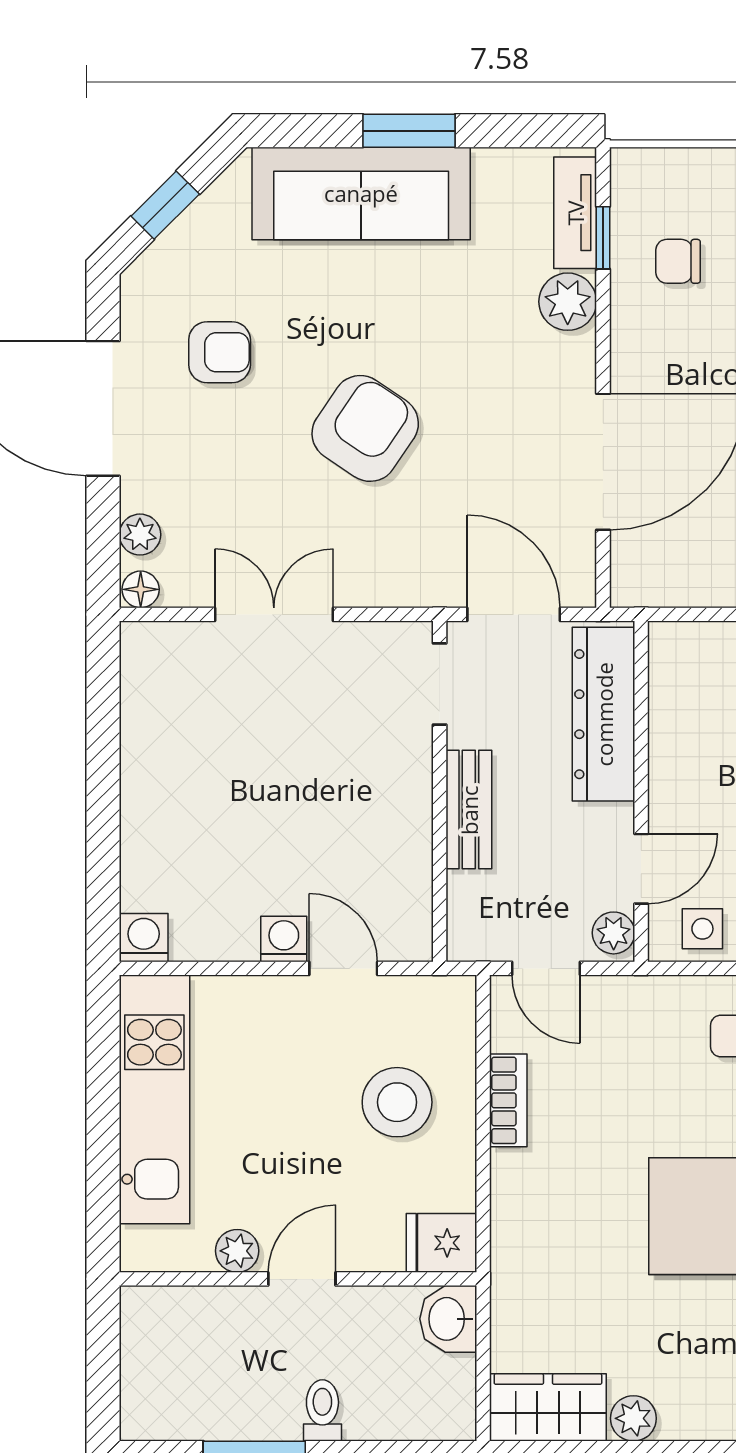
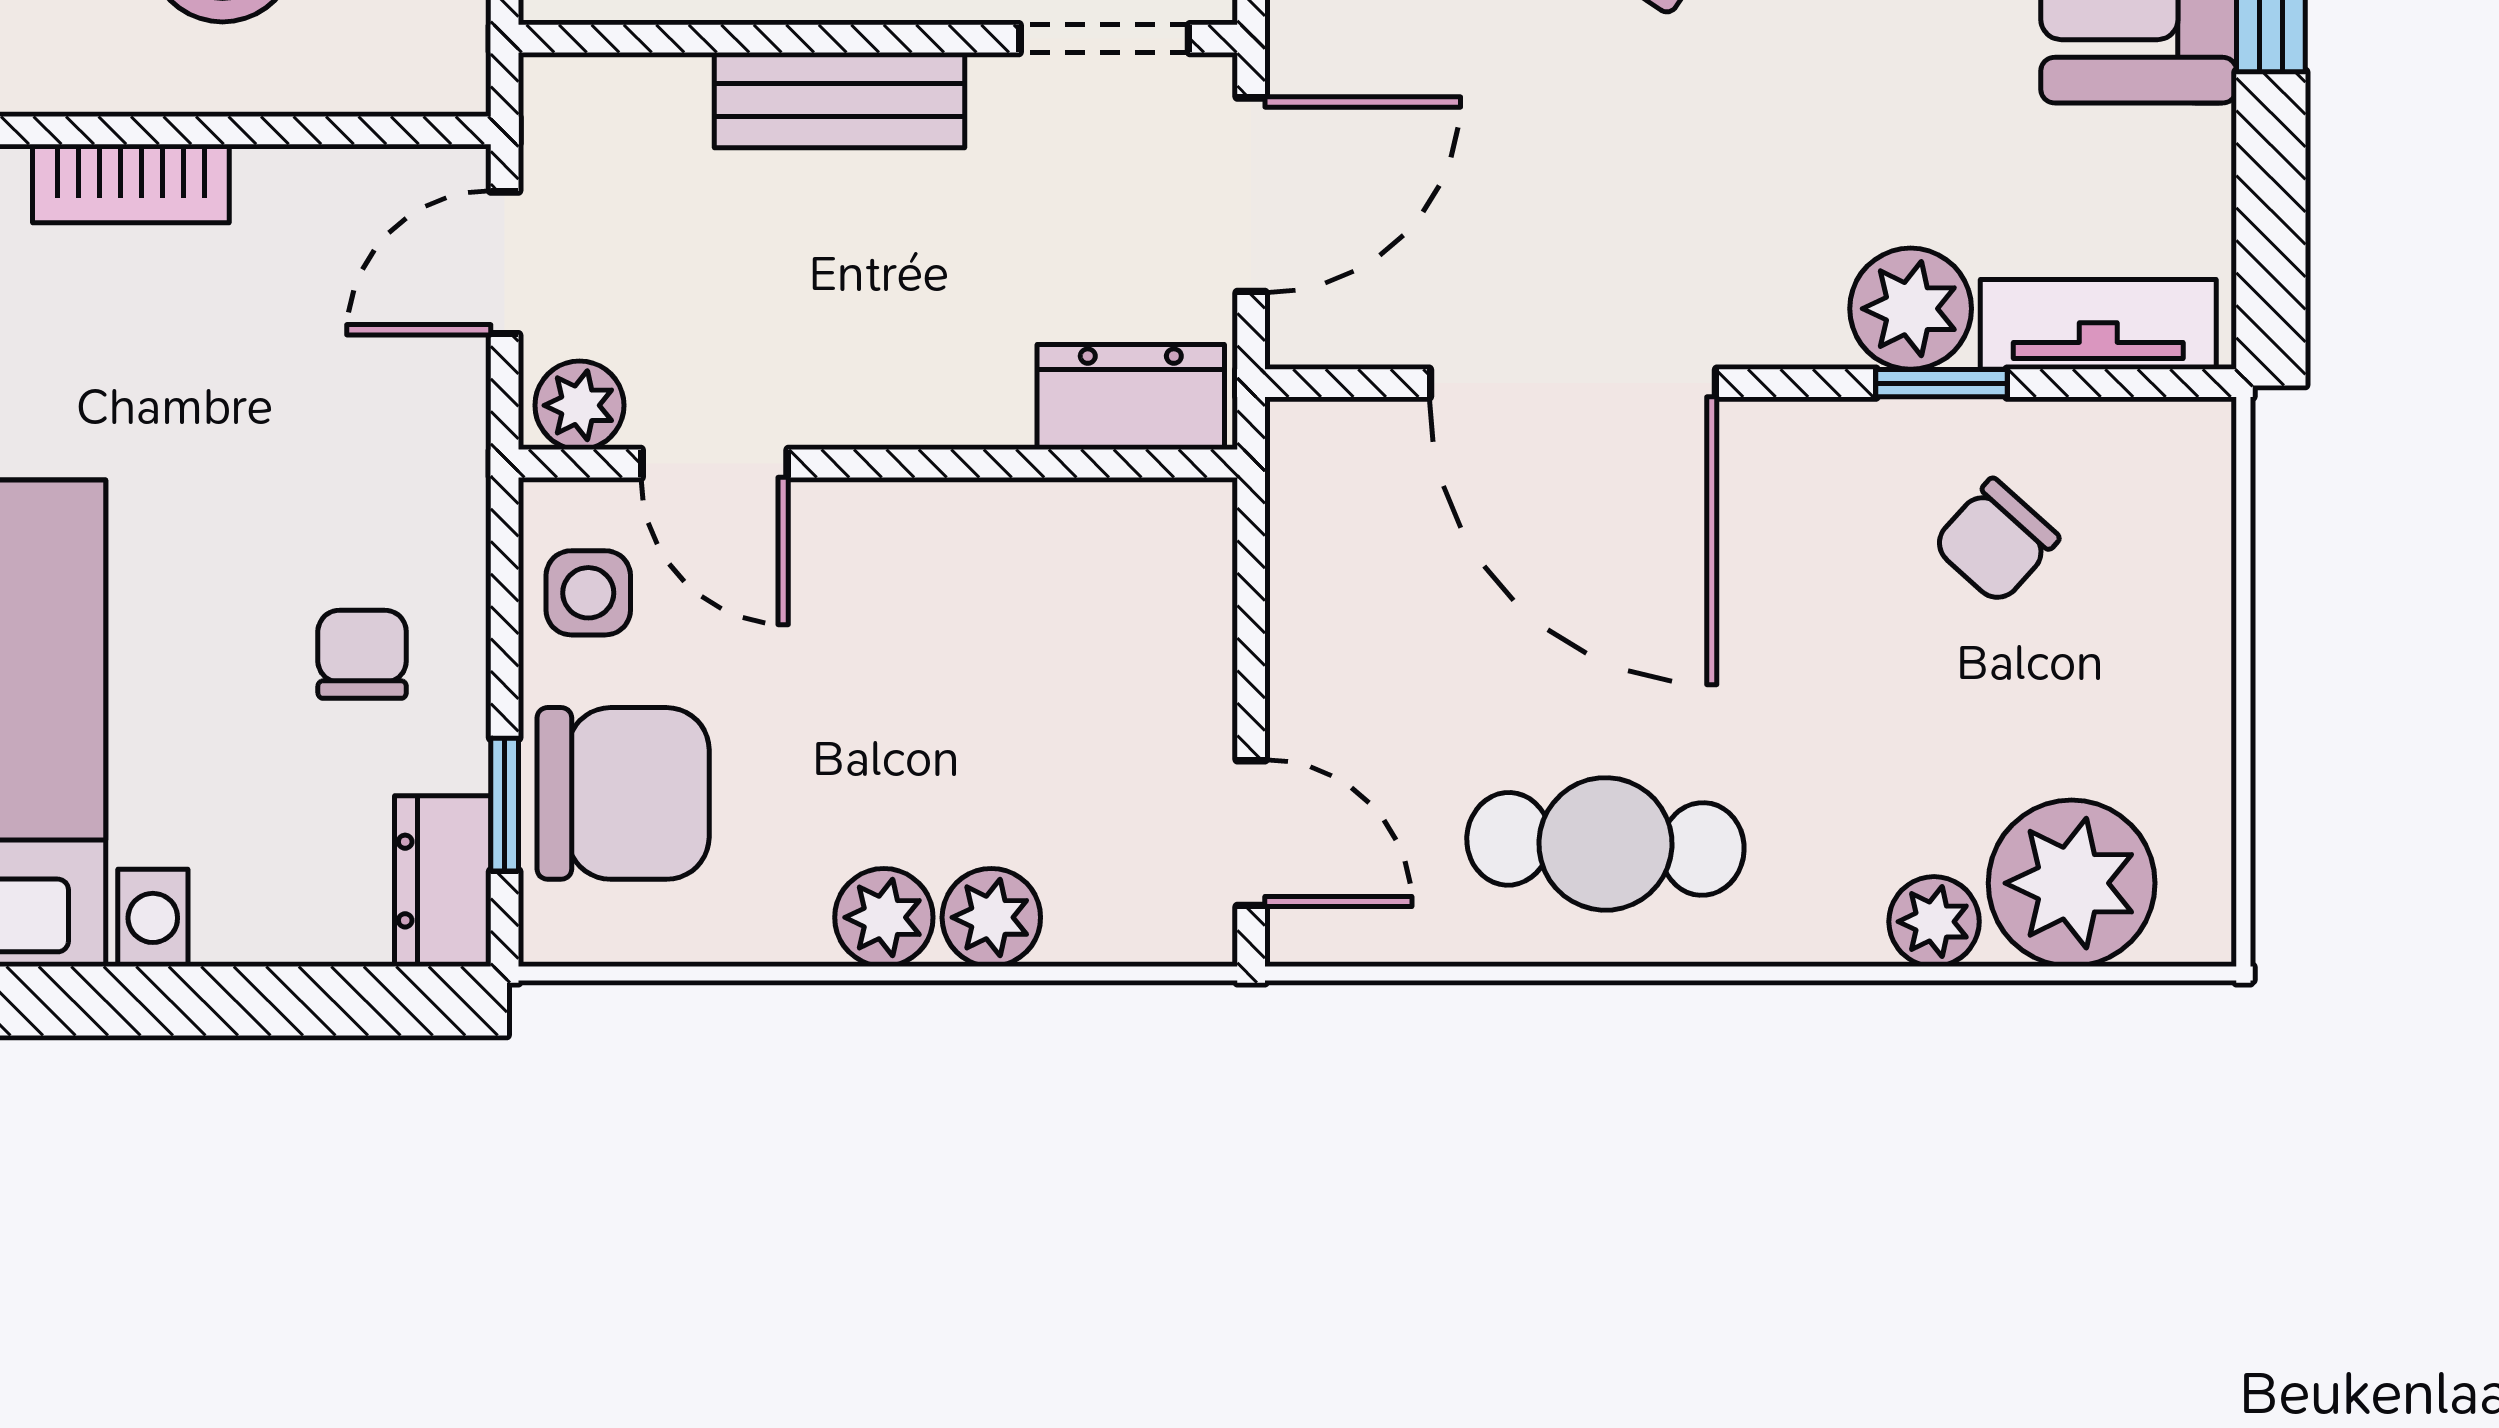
window: (603, 238) -> (1941, 383), moved
chair: (678, 261) -> (1996, 541), turned -138
dresser: (604, 714) -> (1131, 397), width x0.51, depth x0.80
bookcase: (508, 1100) -> (131, 184), moved

